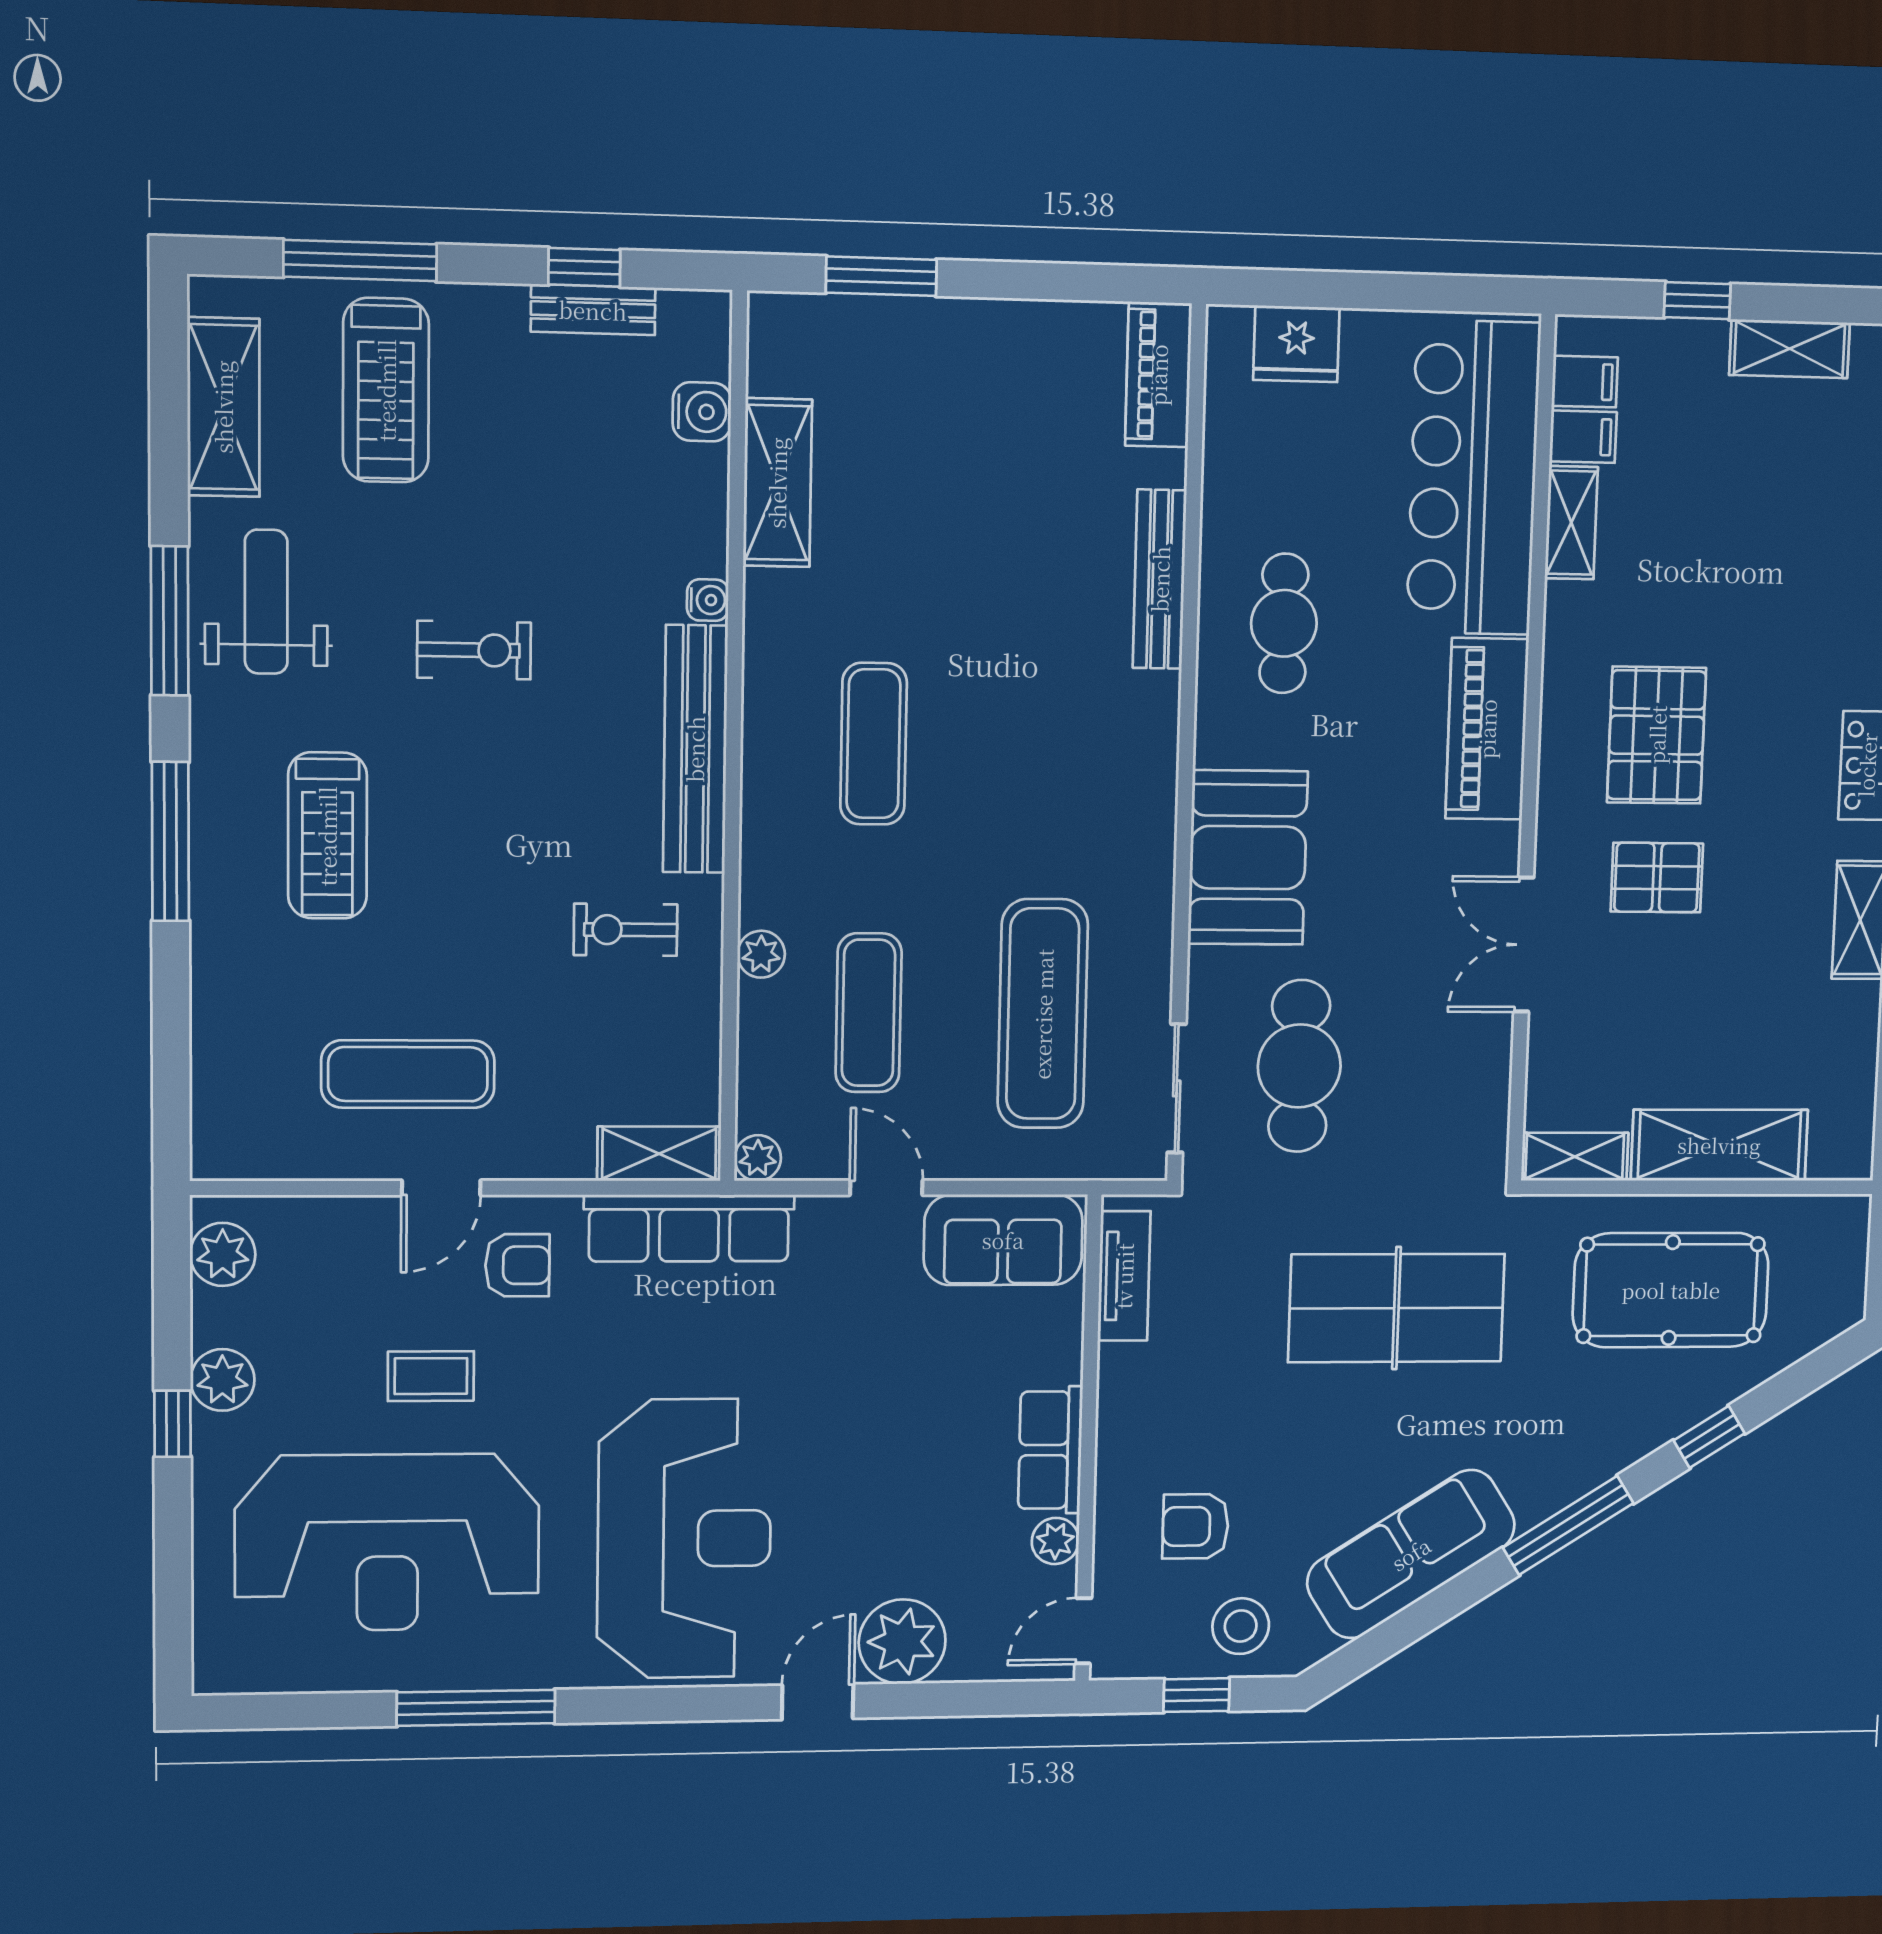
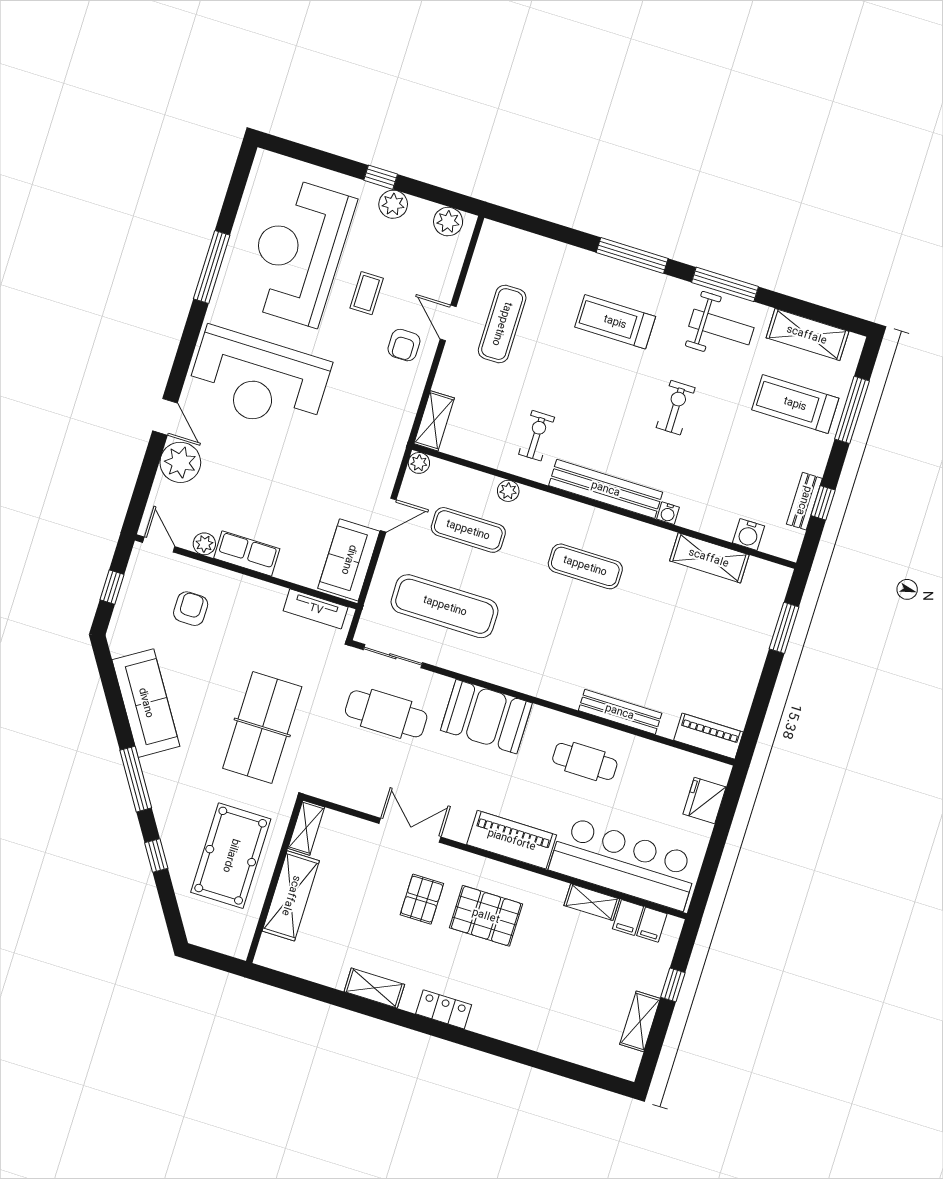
exercise bike: (474, 650) -> (676, 408), turned 180
row of seats: (689, 1228) -> (397, 424), removed
stool: (1241, 1626) -> (138, 616), removed

